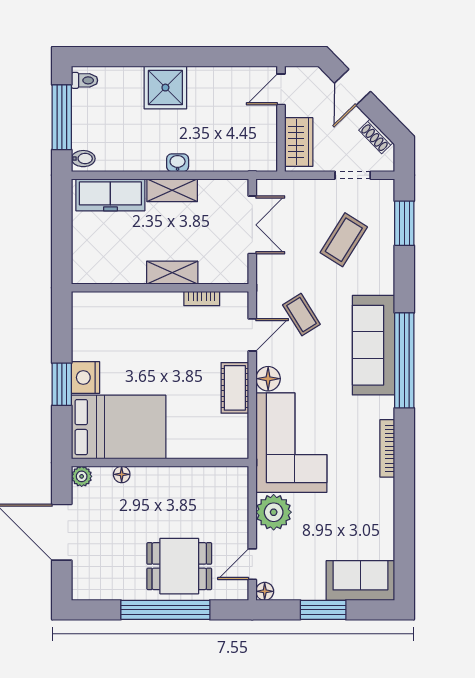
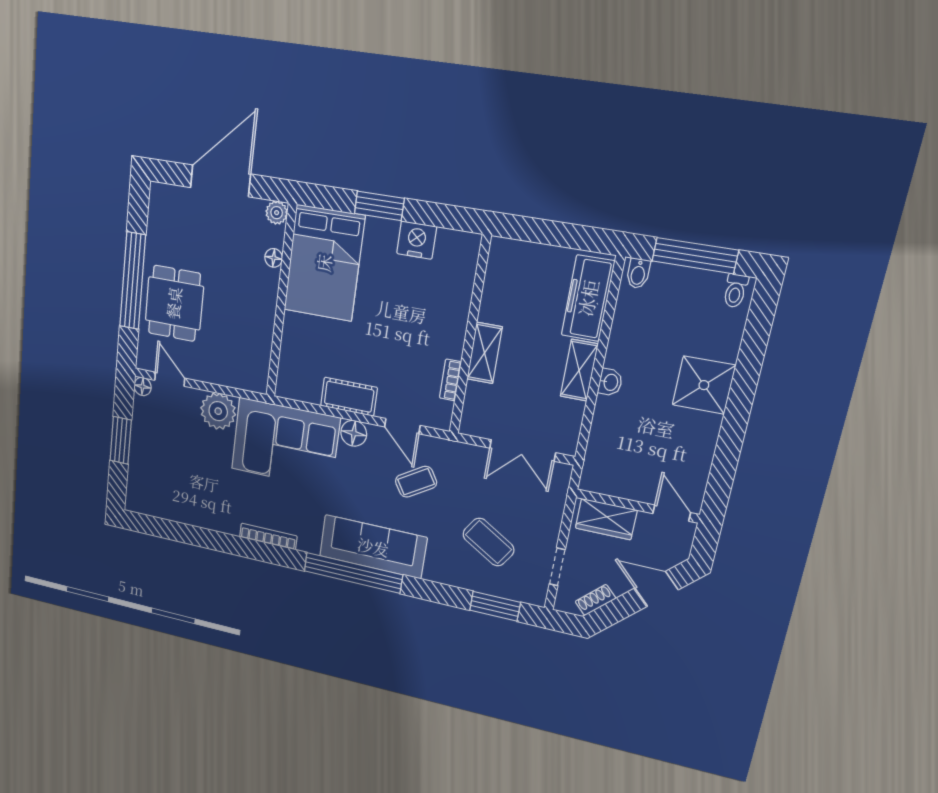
nightstand: (86, 377) -> (417, 240), moved
sofa: (360, 580) -> (145, 482), removed

